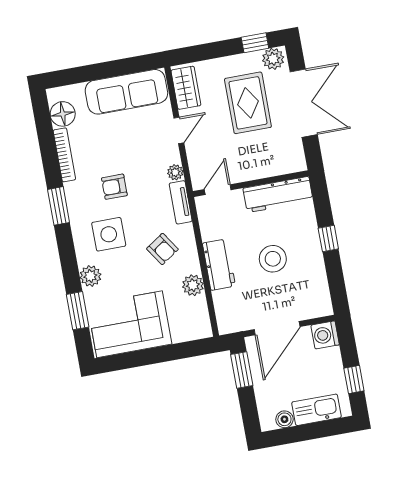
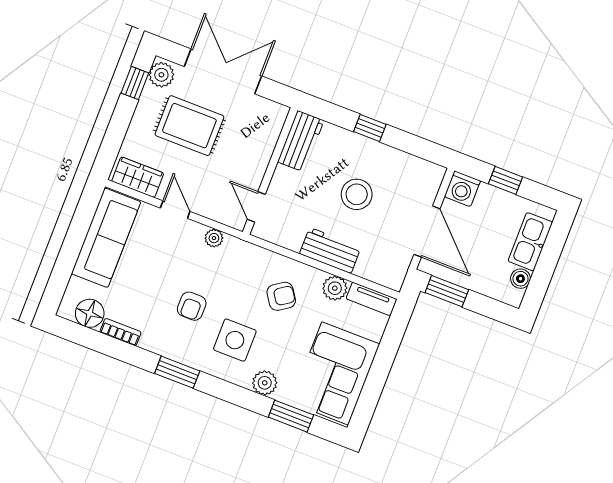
bookcase: (64, 155) -> (121, 332), width x0.64
workbench: (278, 195) -> (301, 141), width x0.73
tv unit: (181, 202) -> (372, 299), moved
window: (354, 379) -> (506, 180), moved

